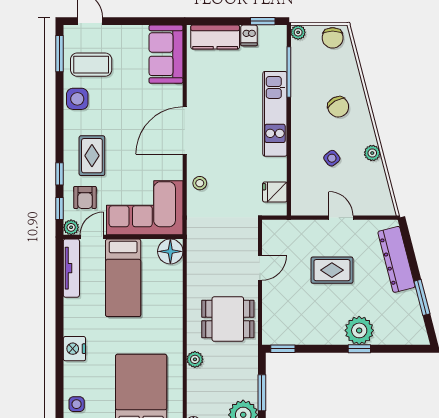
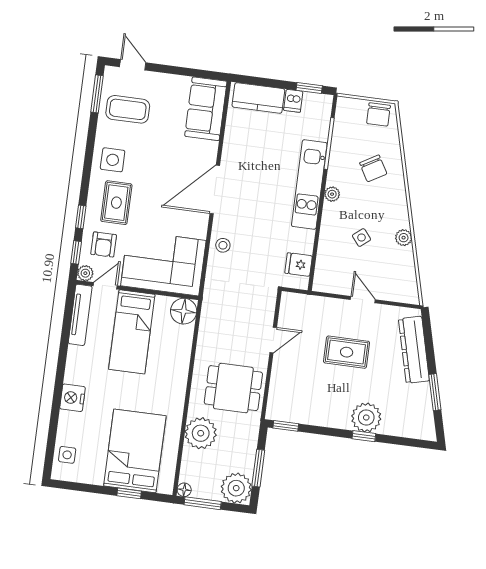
plant: (298, 32) -> (332, 194), moved
side table: (77, 99) -> (113, 160), moved
chair: (338, 107) -> (373, 168), moved
plant: (195, 359) -> (201, 433), width x1.87, depth x1.87

